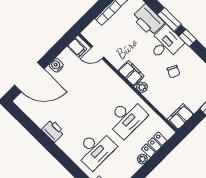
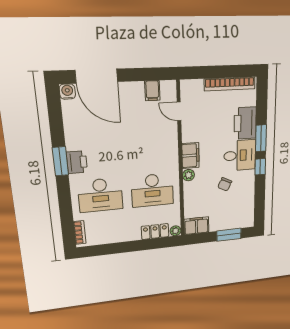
filing cabinet: (77, 48) -> (152, 91), moved
water cooler: (56, 65) -> (67, 92), moved
printer: (53, 131) -> (77, 162), moved
window: (52, 148) -> (60, 161), added
plant: (142, 159) -> (176, 231), moved

